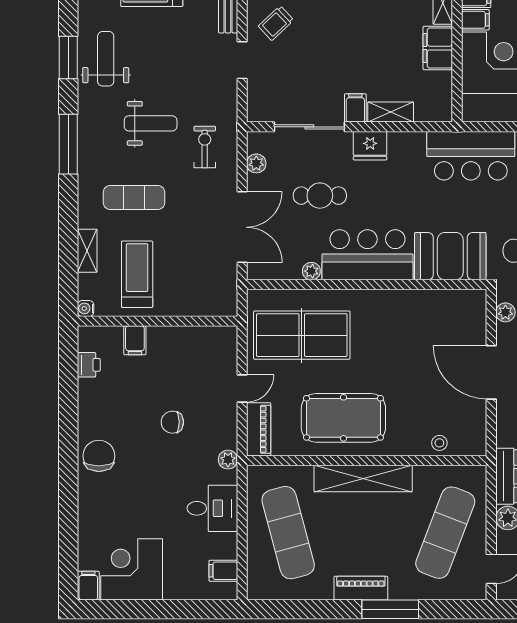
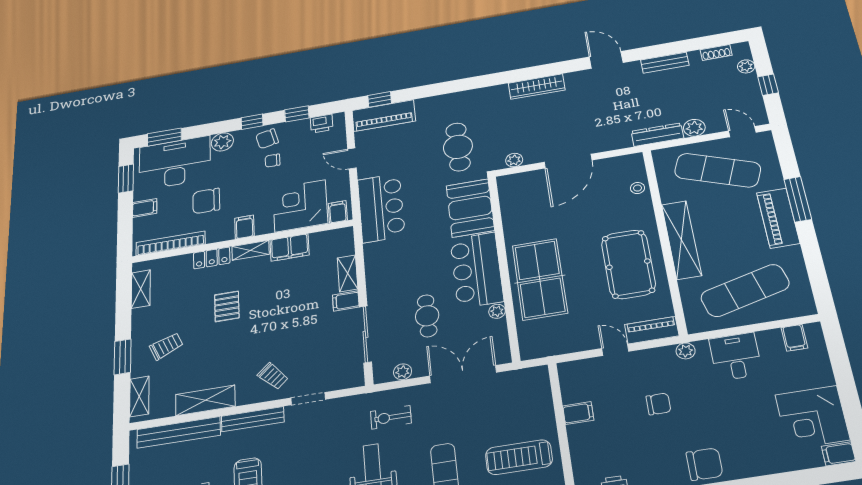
filing cabinet: (475, 20) -> (338, 212), moved
fridge: (370, 146) -> (379, 284), removed
table tennis table: (302, 335) -> (540, 279), moved
filing cabinet: (135, 340) -> (578, 413), moved
chair: (172, 422) -> (658, 404), turned -90
chair: (99, 456) -> (704, 464), turned 180
piano: (361, 588) -> (778, 218), width x1.37, depth x1.33

